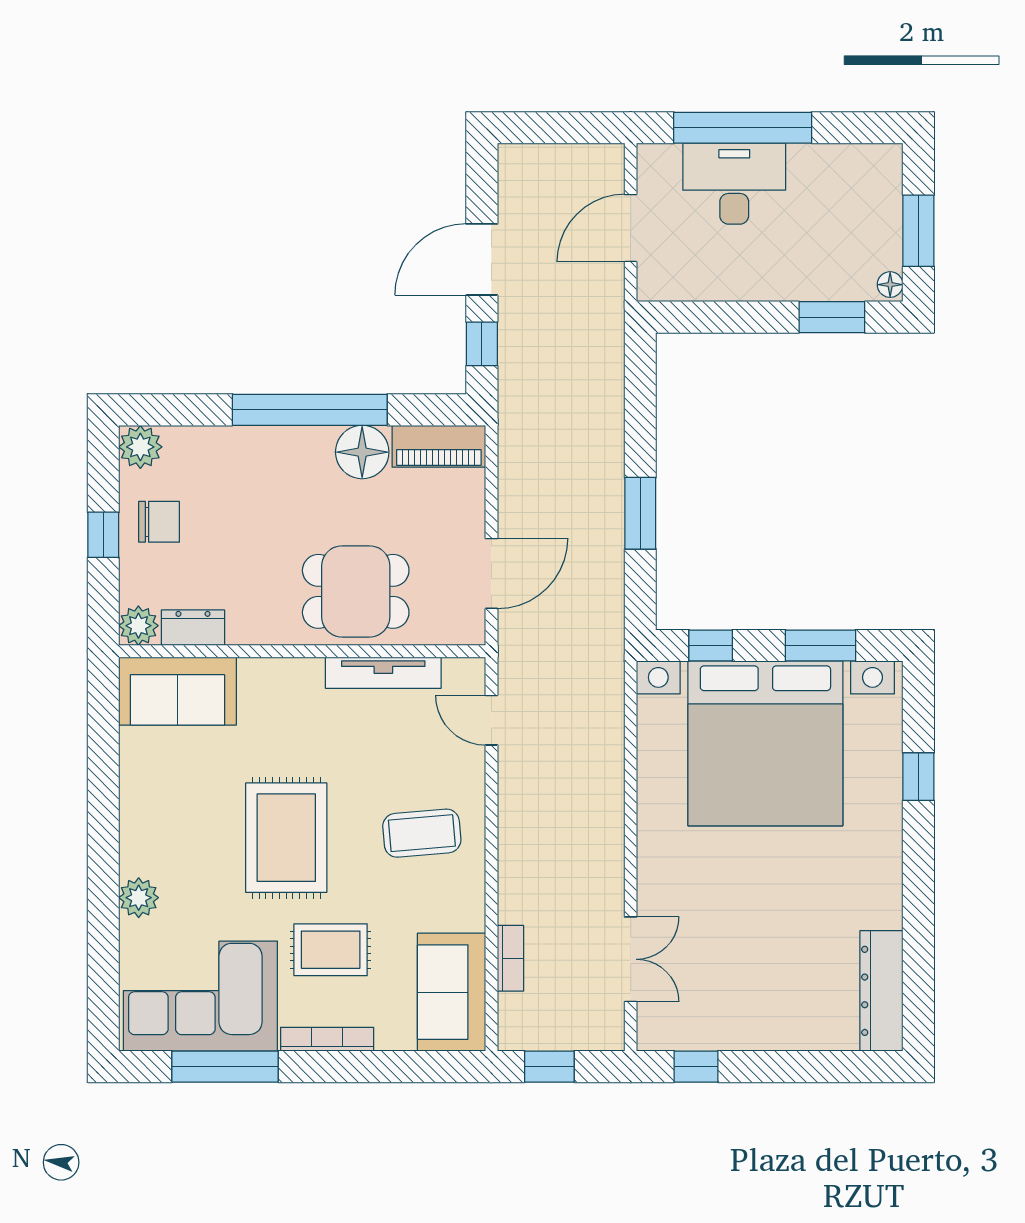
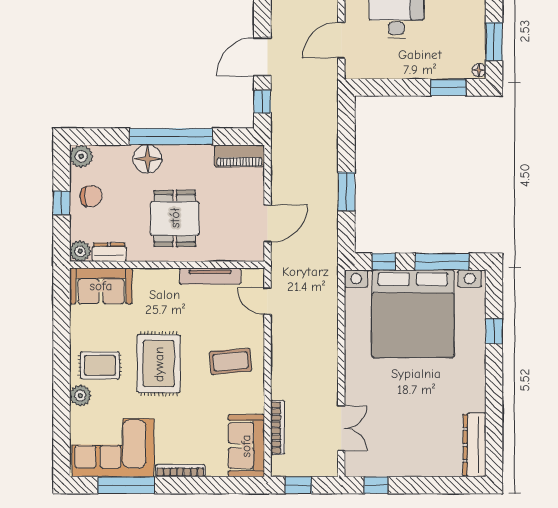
floor lamp: (362, 452) -> (148, 159), moved
dining table: (356, 591) -> (175, 218), moved, turned 90
window: (821, 645) -> (442, 262), width x1.44
rug: (331, 950) -> (100, 365), moved
bookcase: (510, 958) -> (278, 428), width x1.56

